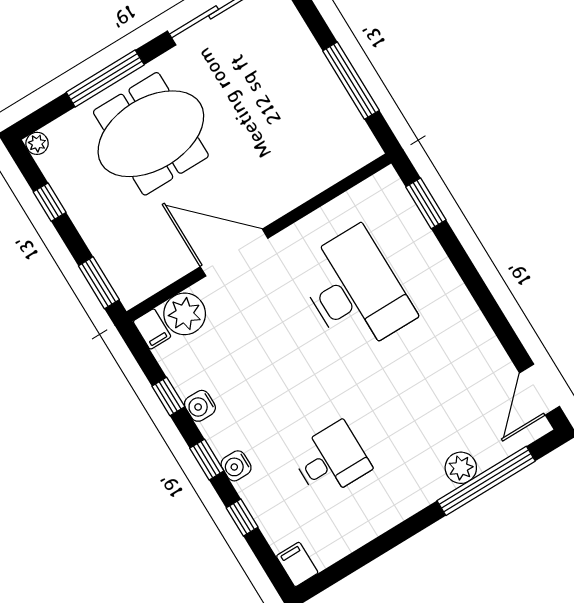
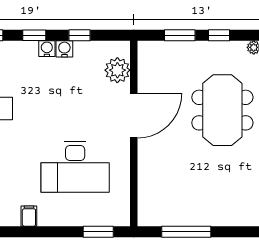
window: (99, 283) -> (180, 35), moved
filing cabinet: (152, 329) -> (29, 216), moved, turned 90
water cooler: (236, 466) -> (47, 49), moved

